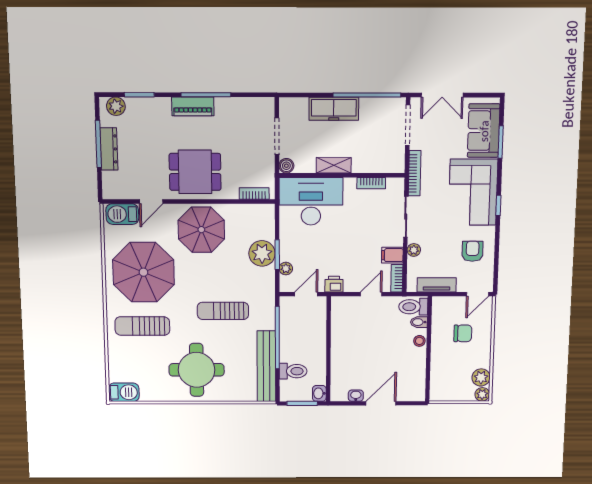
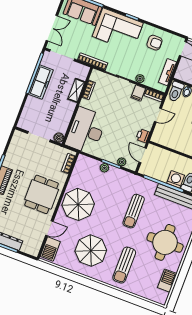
freezer: (334, 109) -> (41, 82), moved
shelving: (334, 165) -> (76, 90), moved
door: (151, 201) -> (49, 228), hinge flipped
armchair: (472, 251) -> (154, 43), turned 180
plant: (262, 253) -> (104, 168), width x0.53, depth x0.53
parasol: (143, 272) -> (91, 251), width x0.73, depth x0.73
door: (371, 294) -> (158, 115), swing flipped
washing machine: (290, 352) -> (176, 179), added
barbecue: (124, 392) -> (167, 281), moved

